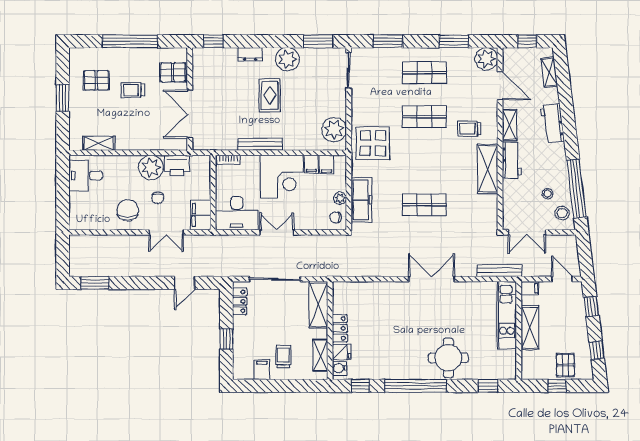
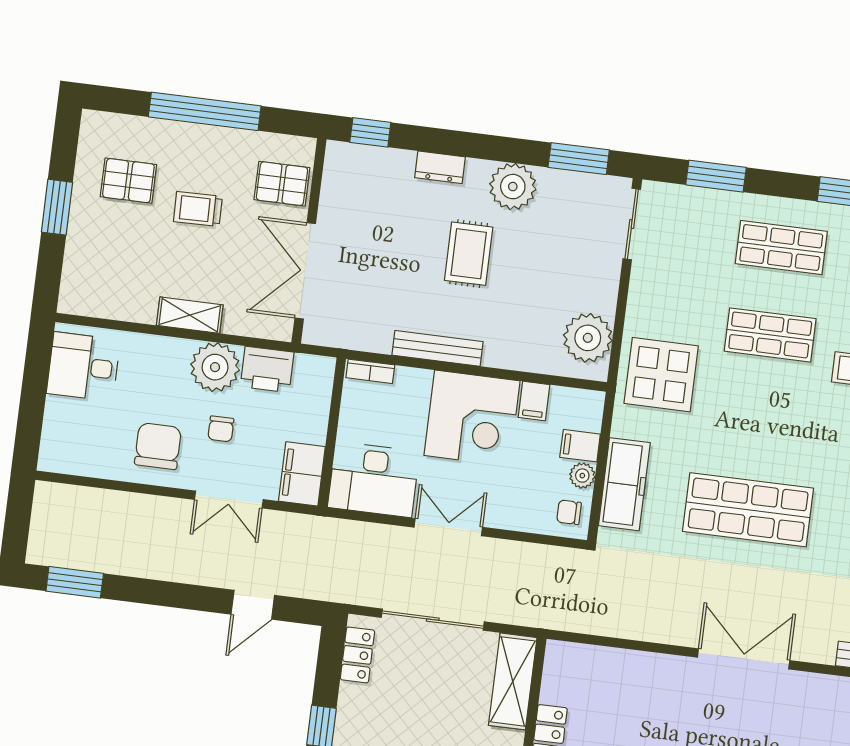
shelving: (99, 143) -> (190, 315), moved
filing cabinet: (326, 164) -> (580, 446), moved, turned 90
shop shelf: (424, 205) -> (748, 510), width x1.43, depth x1.36

